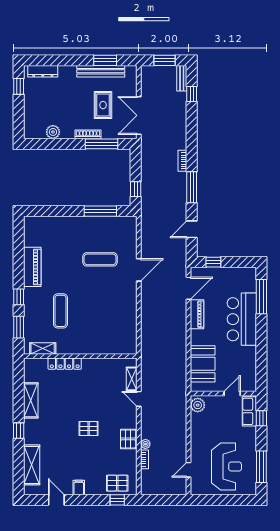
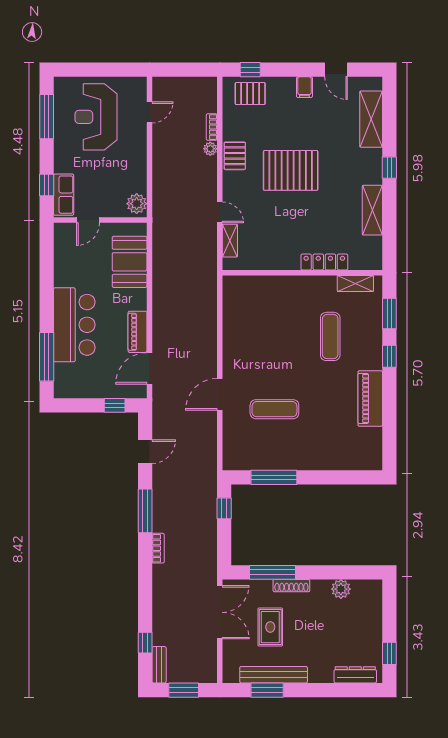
pallet: (89, 429) -> (291, 170), width x2.05, depth x2.00

